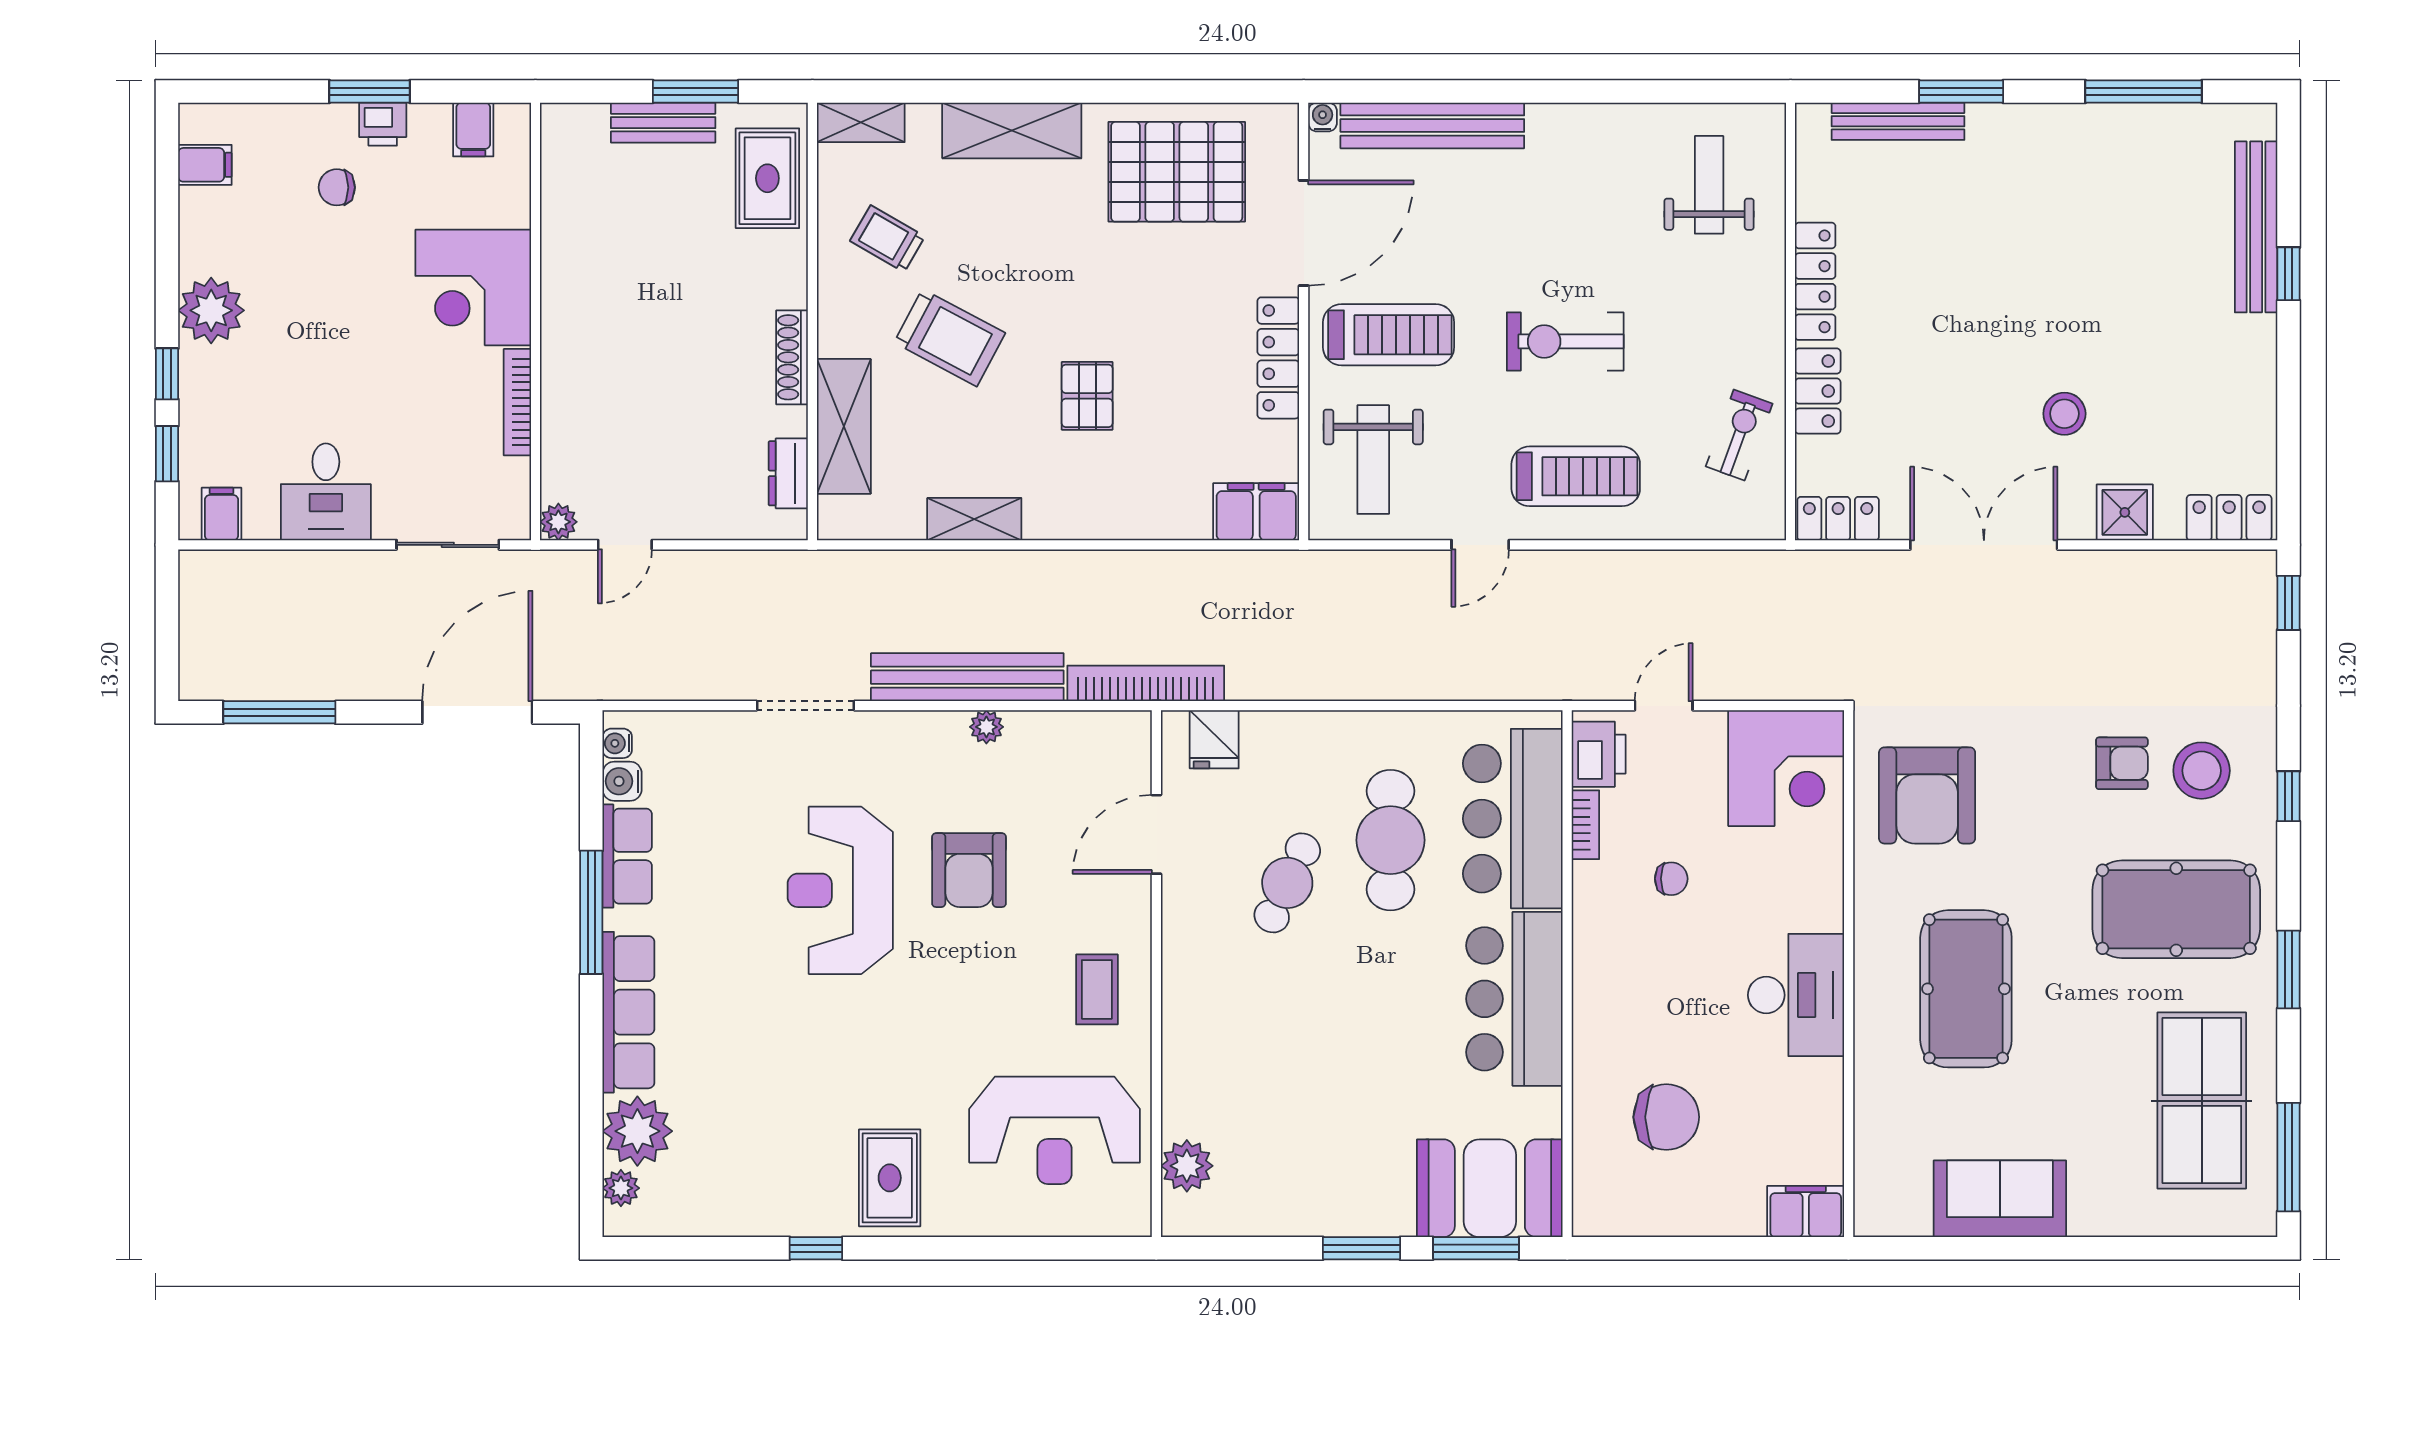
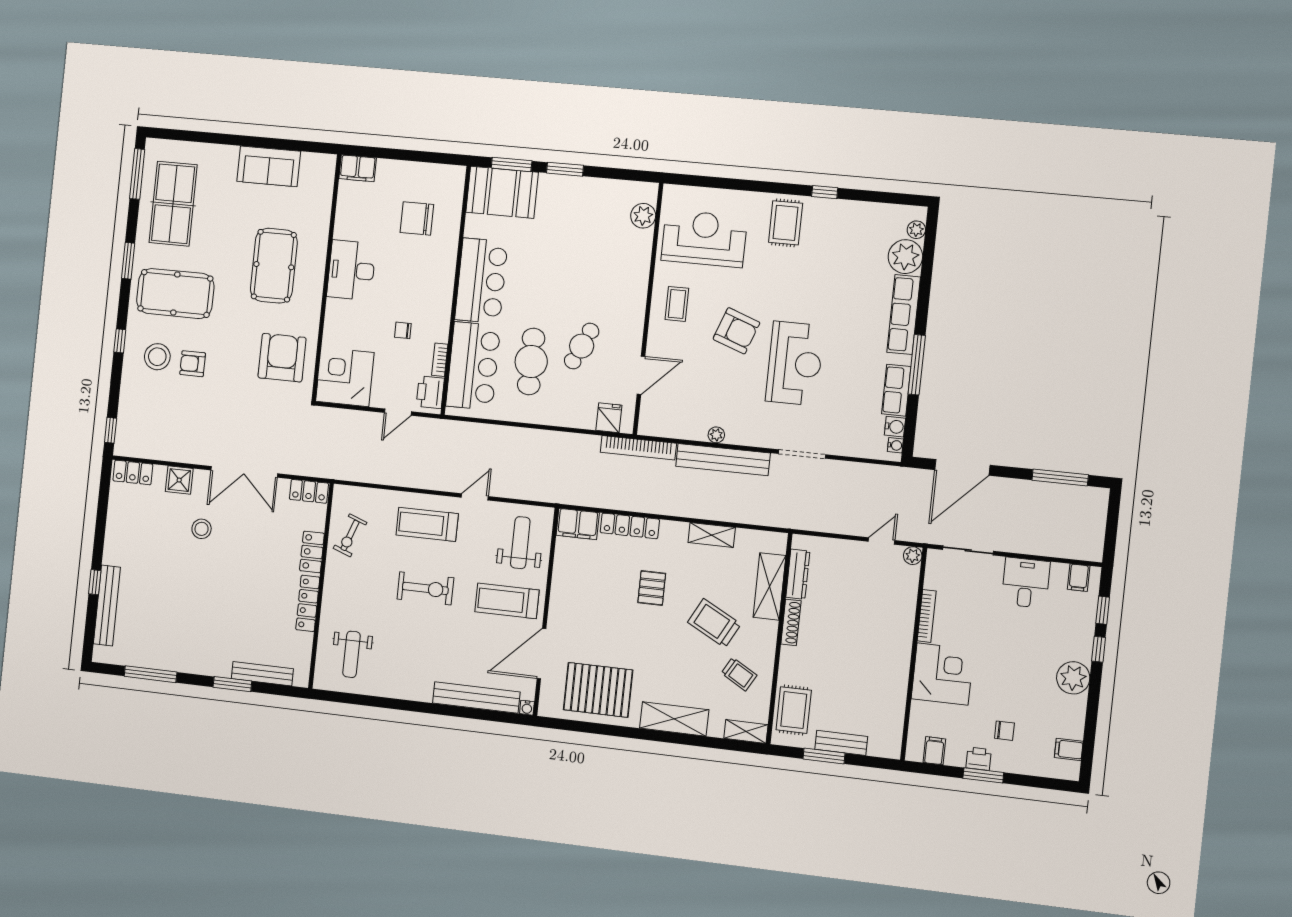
locker: (1278, 358) -> (630, 526), moved, turned 90
dresser: (788, 473) -> (798, 574), width x1.44
armchair: (969, 870) -> (736, 331), moved, turned 110

